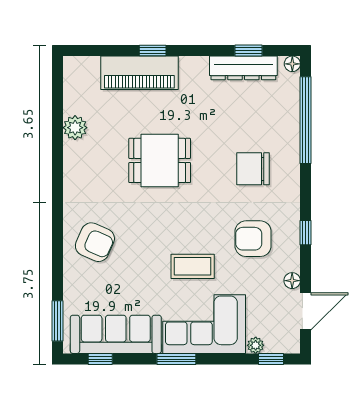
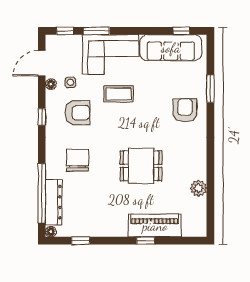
dresser: (243, 68) -> (54, 202), moved, turned 90
chair: (253, 169) -> (77, 160), turned -90
armchair: (95, 242) -> (185, 110), turned 66
side table: (263, 283) -> (70, 82), added
window: (58, 321) -> (210, 89), moved
plant: (256, 345) -> (76, 40), removed
window: (176, 359) -> (96, 31), moved

